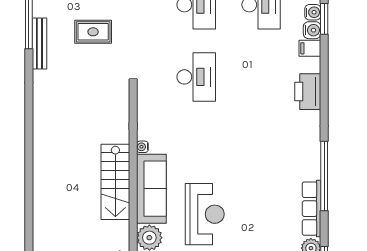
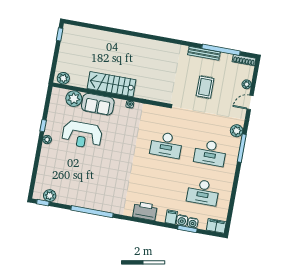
sofa: (151, 189) -> (98, 104), width x0.73
row of seats: (312, 209) -> (74, 200), removed

